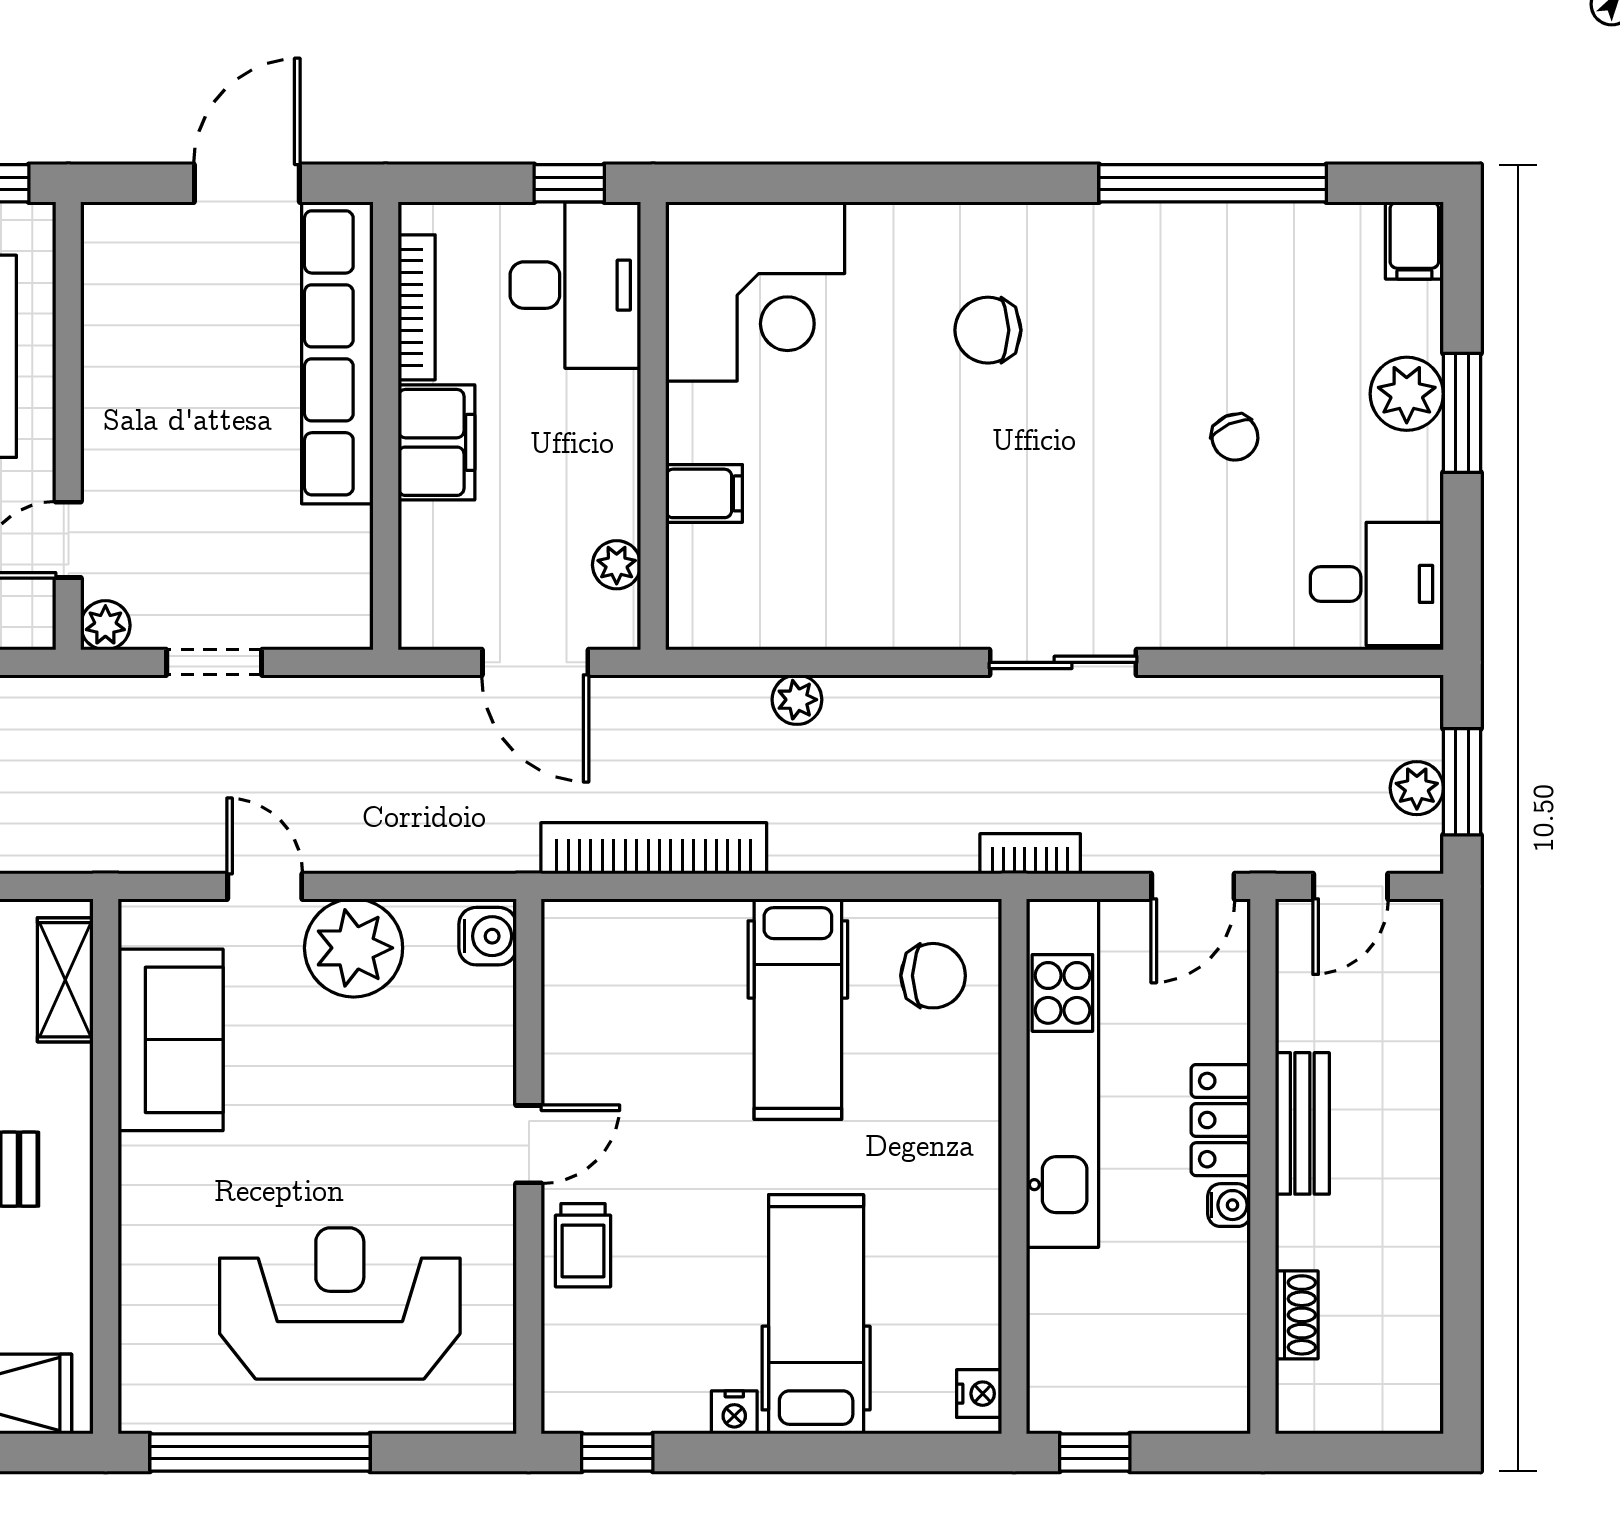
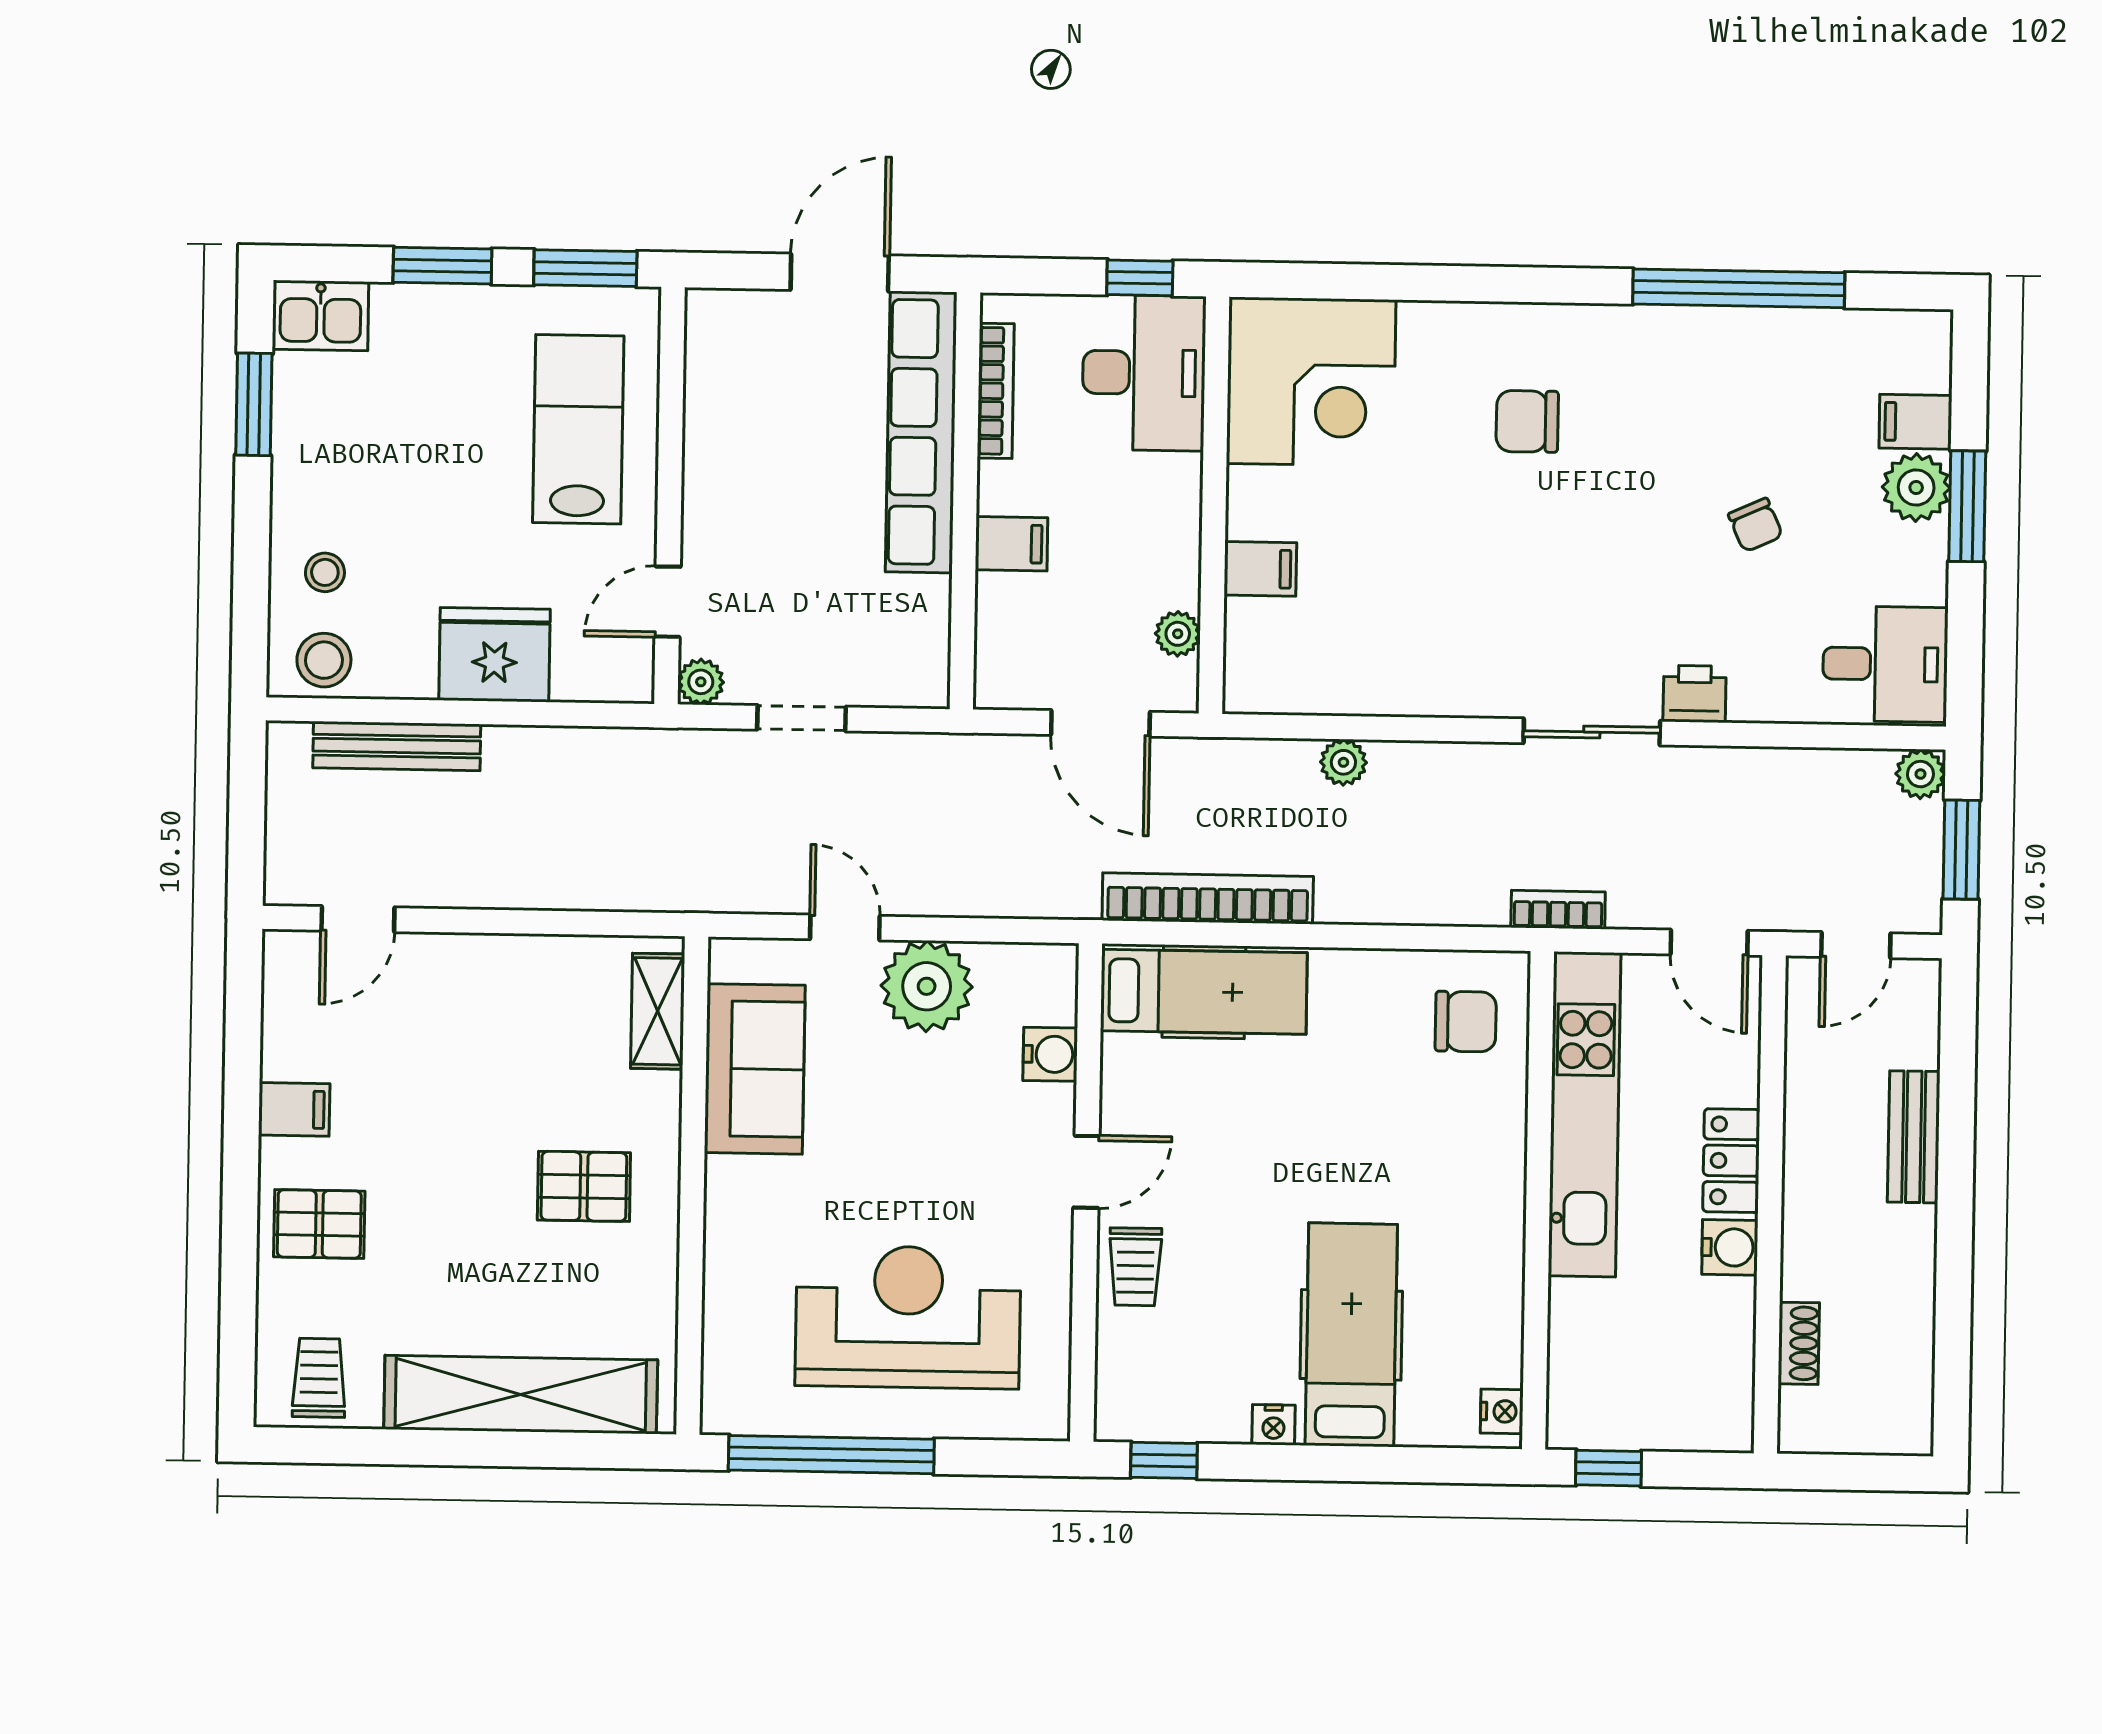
filing cabinet: (1414, 241) -> (1915, 422), moved, turned 90
filing cabinet: (436, 442) -> (1011, 544), width x0.50
printer: (1173, 620) -> (1695, 694), added
plant: (1417, 788) -> (1920, 774), moved
door: (1193, 886) -> (1709, 943), hinge flipped
water cooler: (488, 936) -> (1050, 1054), moved
hospital bed: (798, 1009) -> (1204, 992), moved, turned -90
bench: (1302, 1123) -> (1914, 1137), moved
water cooler: (1229, 1205) -> (1730, 1247), width x1.38, depth x1.38

